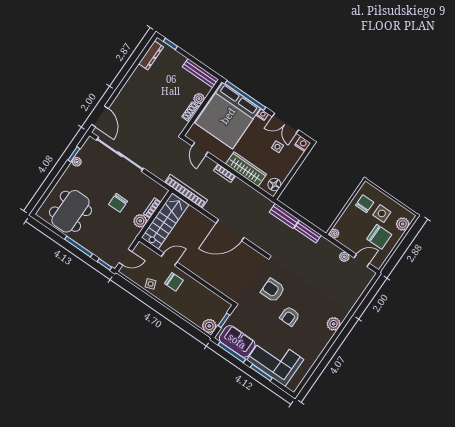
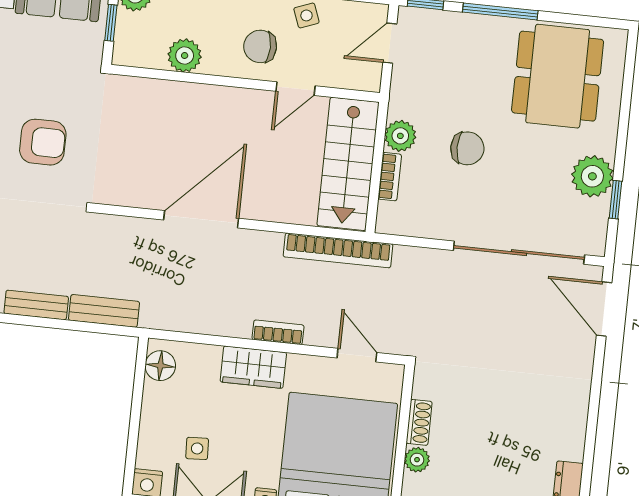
plant: (77, 162) -> (592, 176), width x1.87, depth x1.87
wardrobe: (246, 169) -> (253, 367), width x0.67
chair: (118, 203) -> (467, 148), turned 90
plant: (203, 294) -> (185, 56), added

